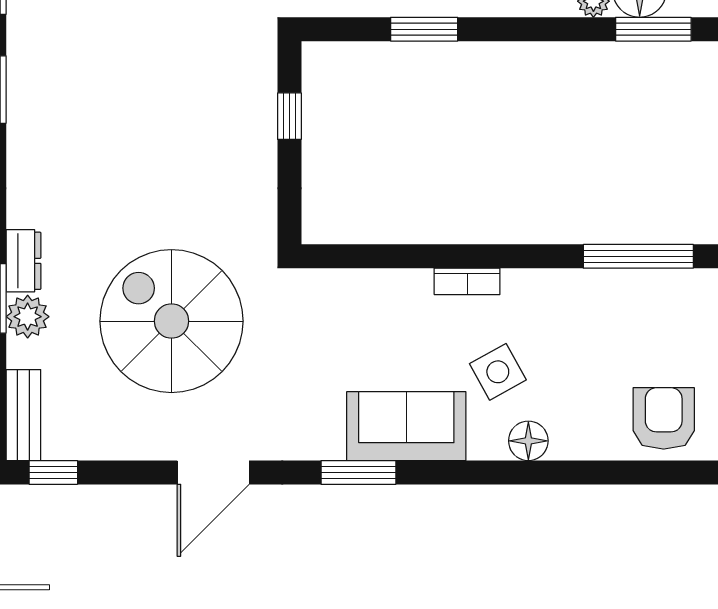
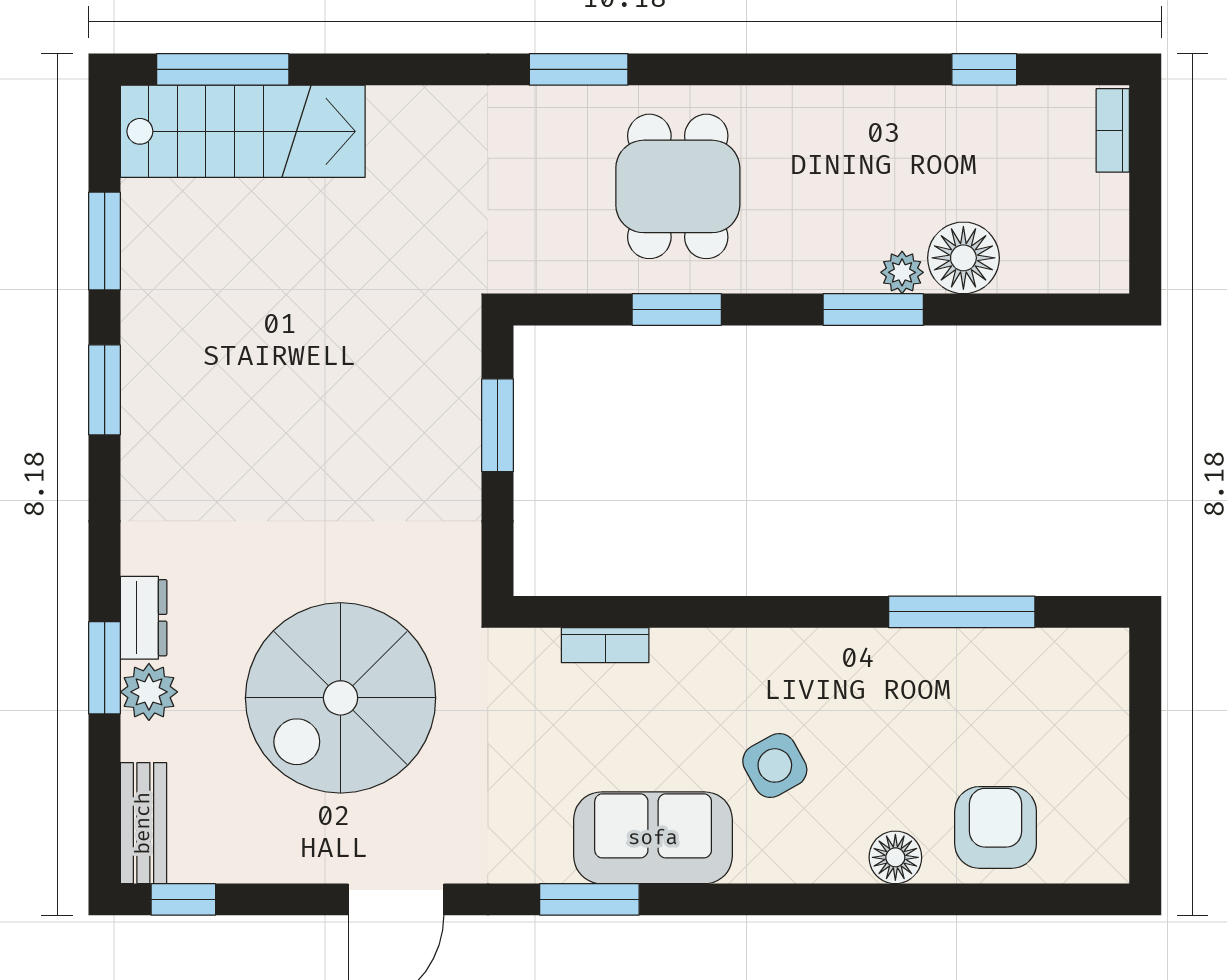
window: (653, 29) -> (873, 310), moved
window: (289, 116) -> (497, 425), width x1.50
bookcase: (467, 281) -> (605, 645), moved
spiral stairs: (171, 321) -> (341, 698), turned -90
floor lamp: (528, 441) -> (895, 857), moved

